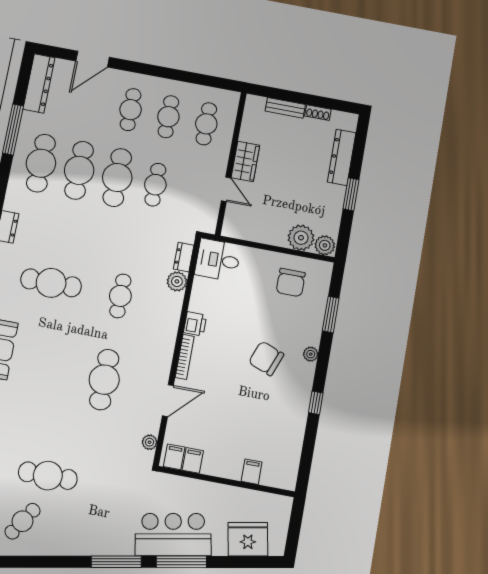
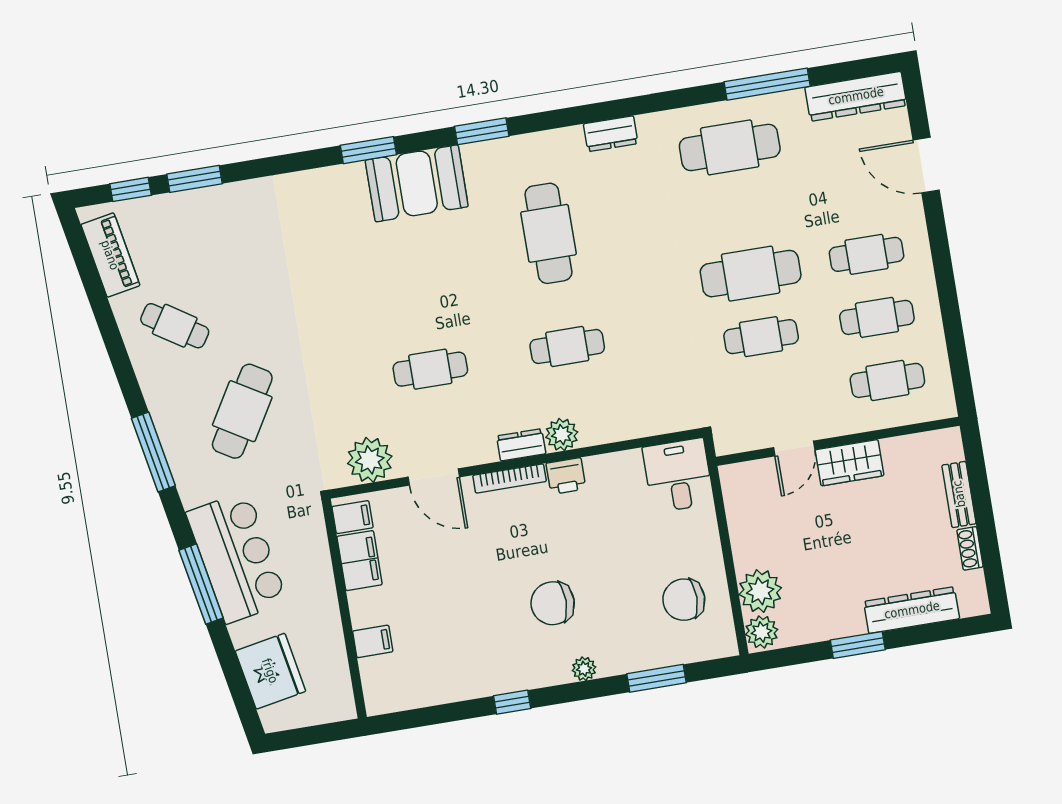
cafe table: (79, 170) -> (740, 211), removed
dresser: (184, 257) -> (521, 445), moved
plant: (177, 281) -> (562, 435), moved
chair: (266, 358) -> (553, 603), turned -111
cafe table: (104, 380) -> (430, 369), width x0.73, depth x0.74
plant: (150, 442) -> (370, 460), width x1.88, depth x1.88
filing cabinet: (193, 460) -> (360, 561), width x2.00
cafe table: (48, 476) -> (242, 411), moved, turned 31
window: (116, 562) -> (153, 452), moved

